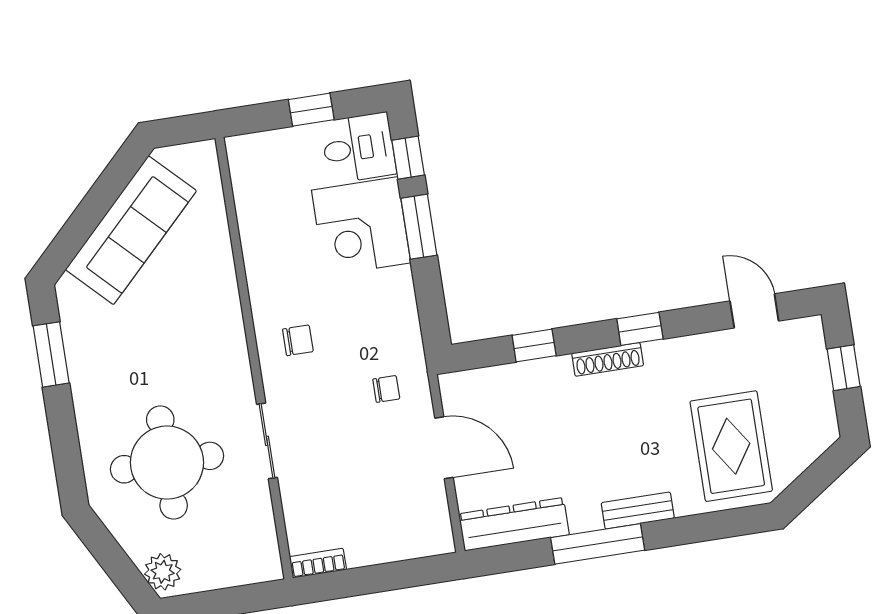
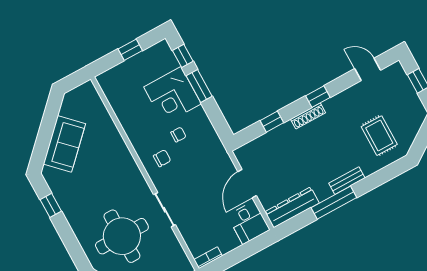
desk: (358, 148) -> (249, 223), moved, turned 90
sofa: (131, 230) -> (64, 144), width x0.73
window: (51, 354) -> (51, 205), width x0.67
chair: (386, 389) -> (178, 135), moved
rug: (731, 446) -> (379, 136), width x0.73, depth x0.70
door: (444, 448) -> (247, 184), swing flipped

